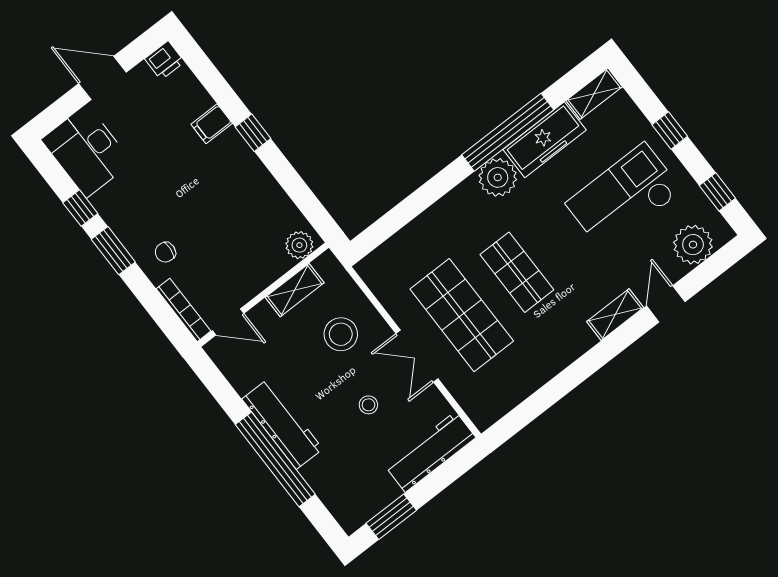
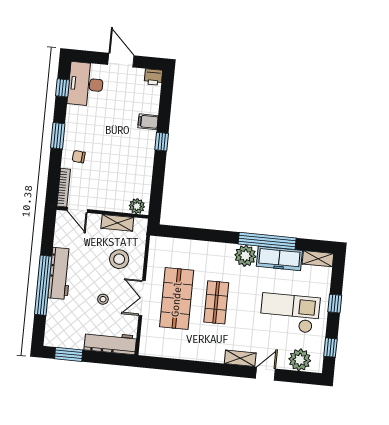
window: (80, 208) -> (62, 88), moved

